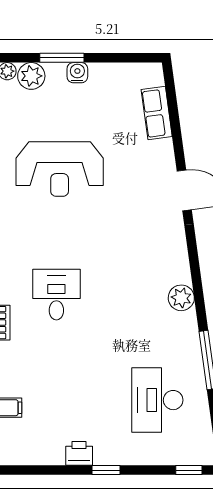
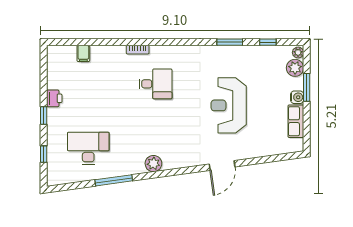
row of seats: (157, 113) -> (296, 121), moved, turned -82
reception desk: (60, 169) -> (229, 105), moved
window: (189, 470) -> (44, 154), moved

